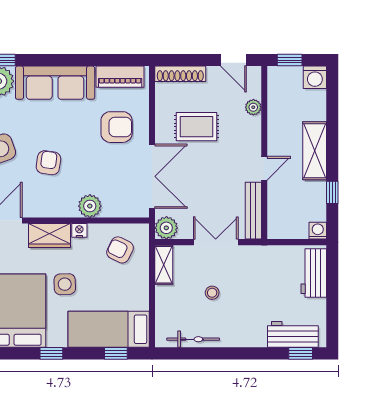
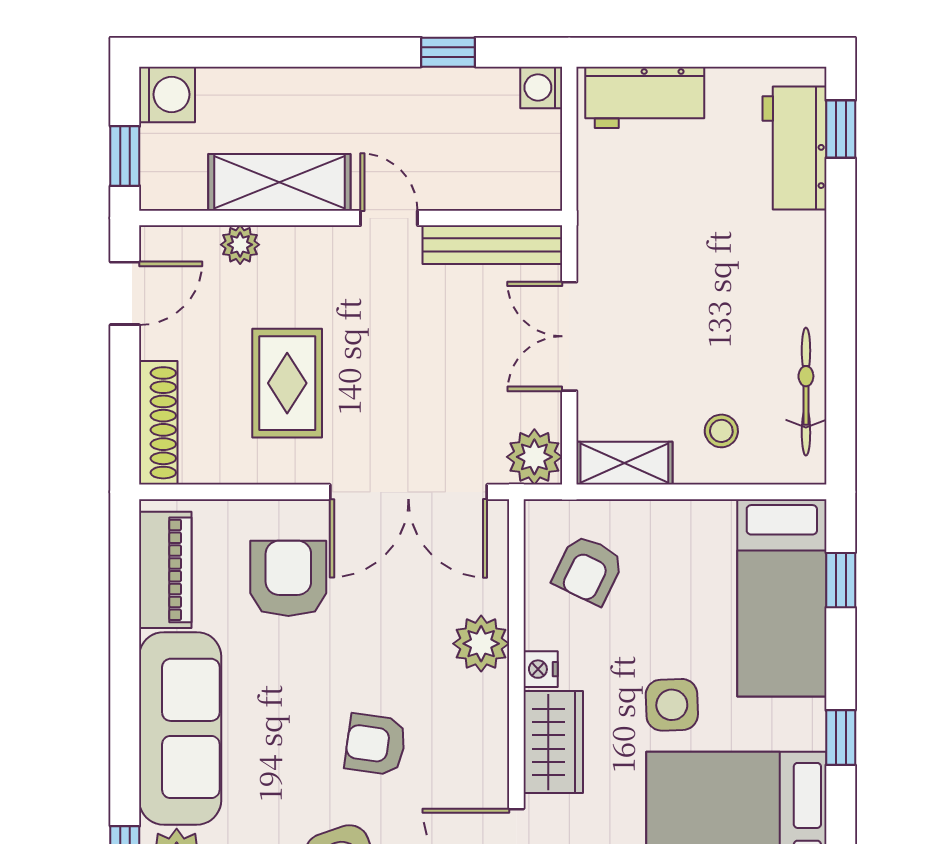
shelving: (315, 151) -> (279, 182), moved
double door: (152, 176) -> (408, 492), swing flipped
stool: (212, 293) -> (721, 431), moved

